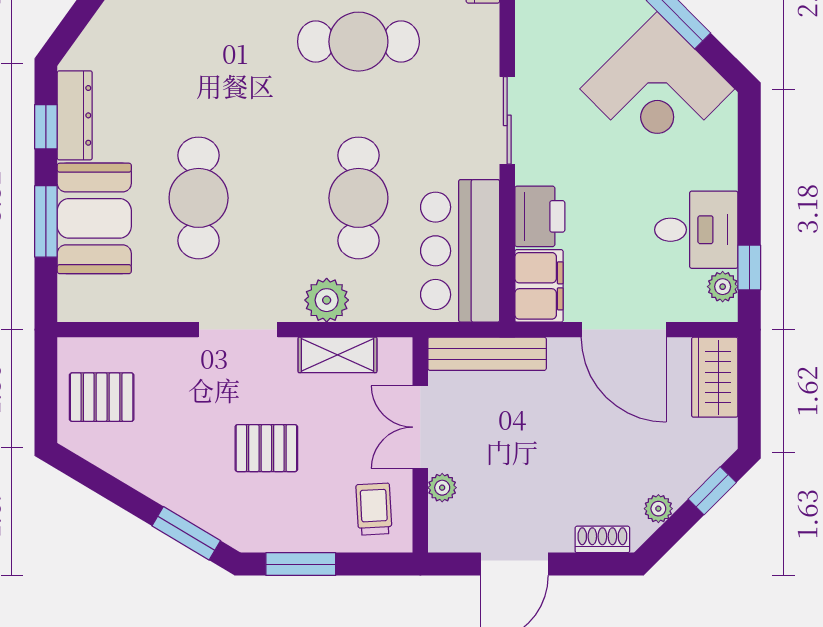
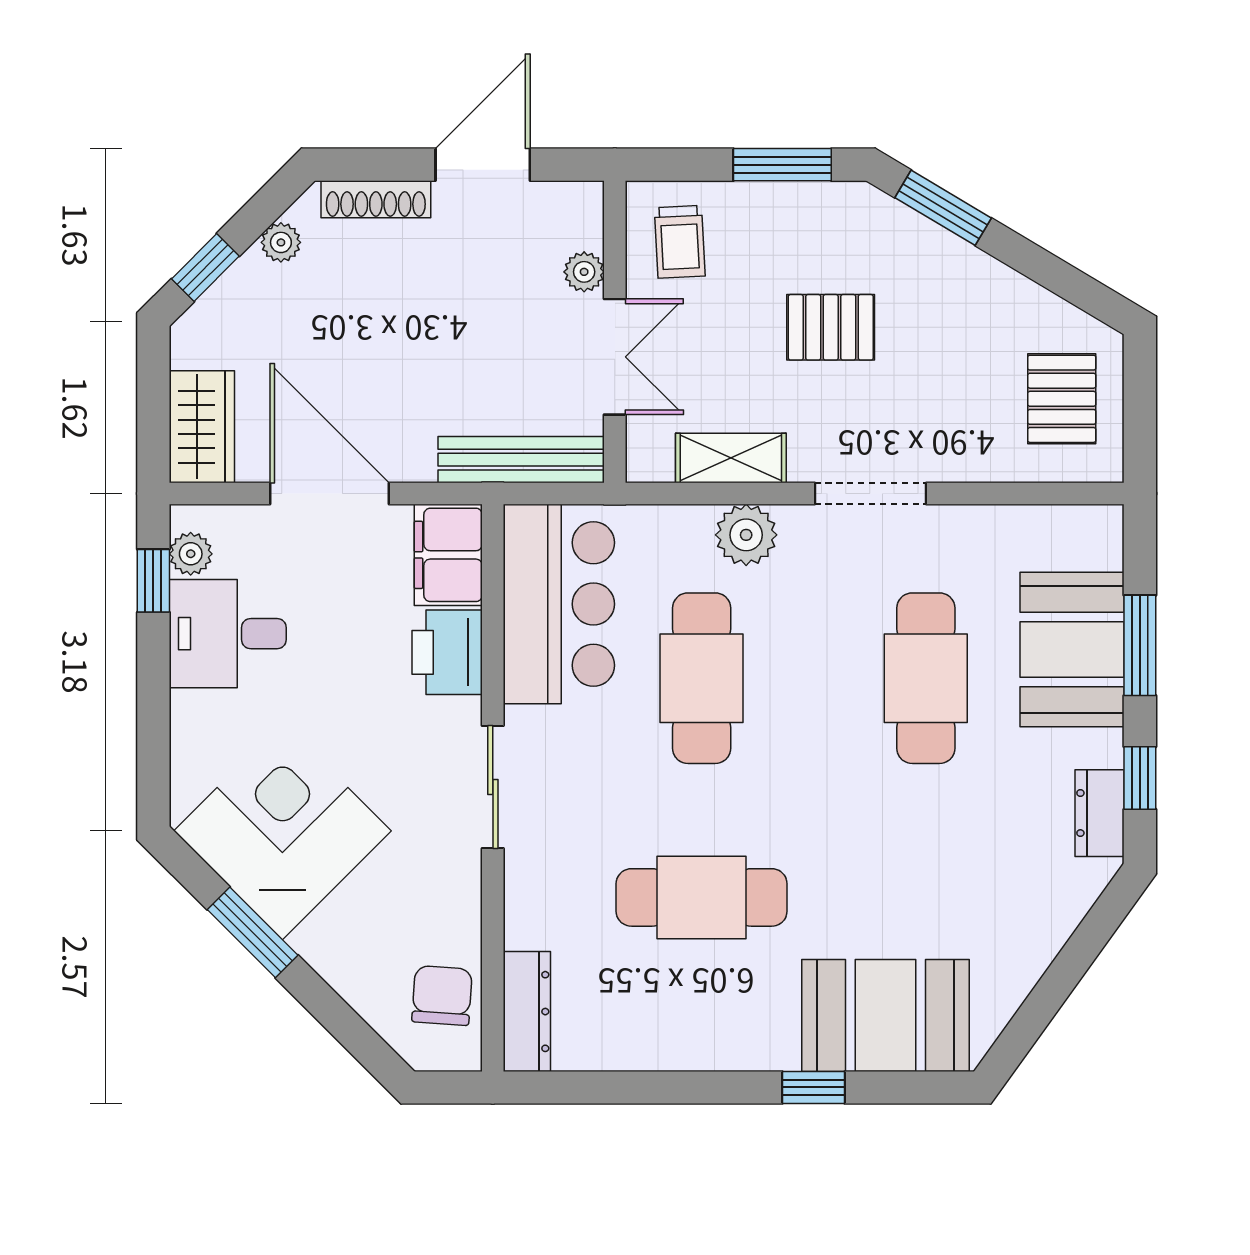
dresser: (75, 115) -> (1099, 813), width x0.70
pallet: (102, 397) -> (1062, 399), turned 90
shoe rack: (602, 539) -> (376, 199), width x1.43

